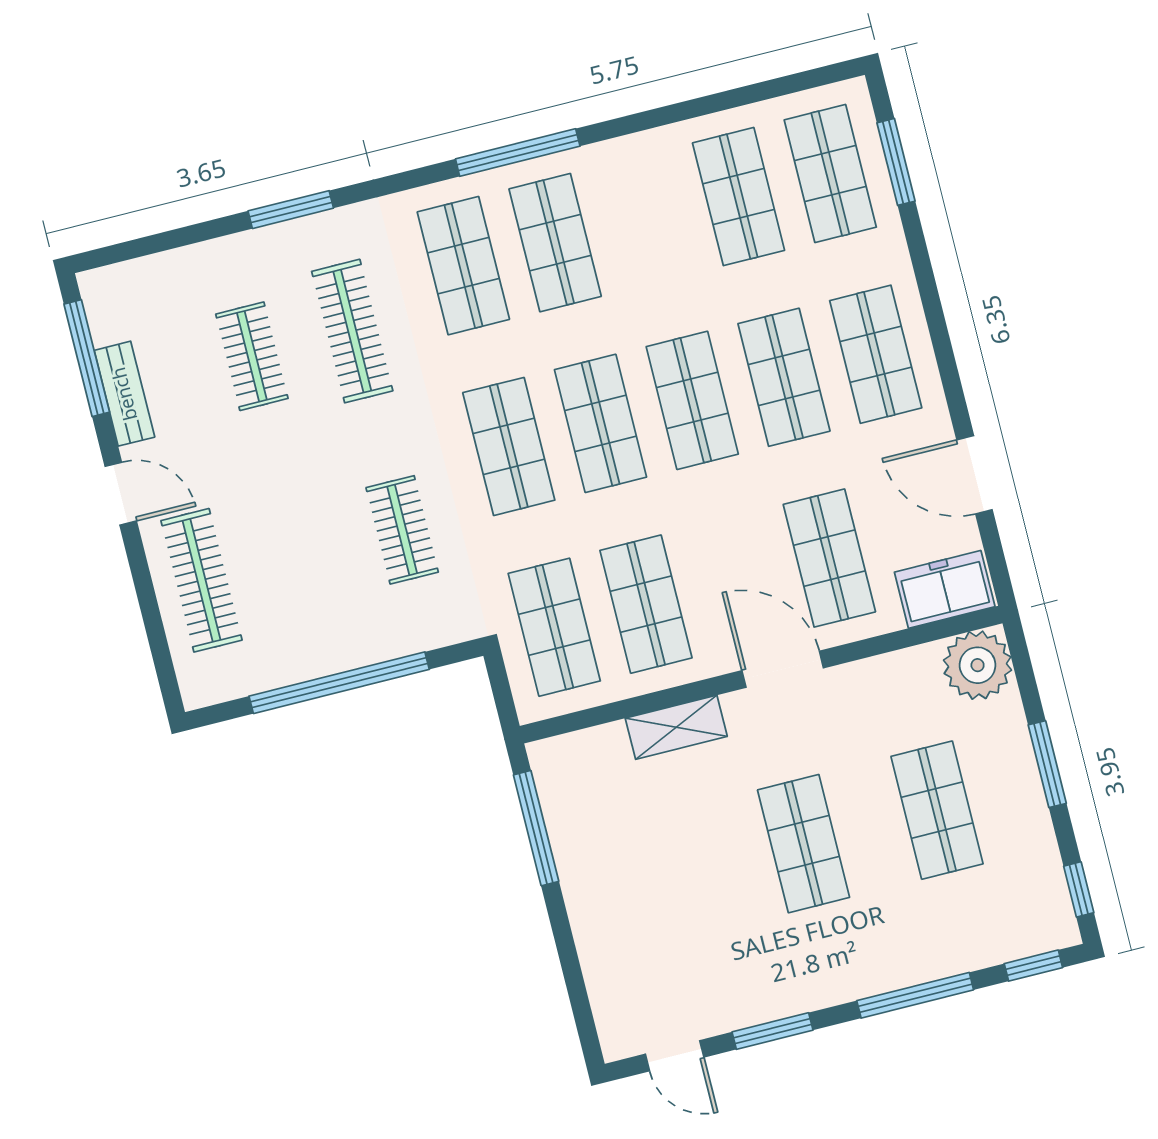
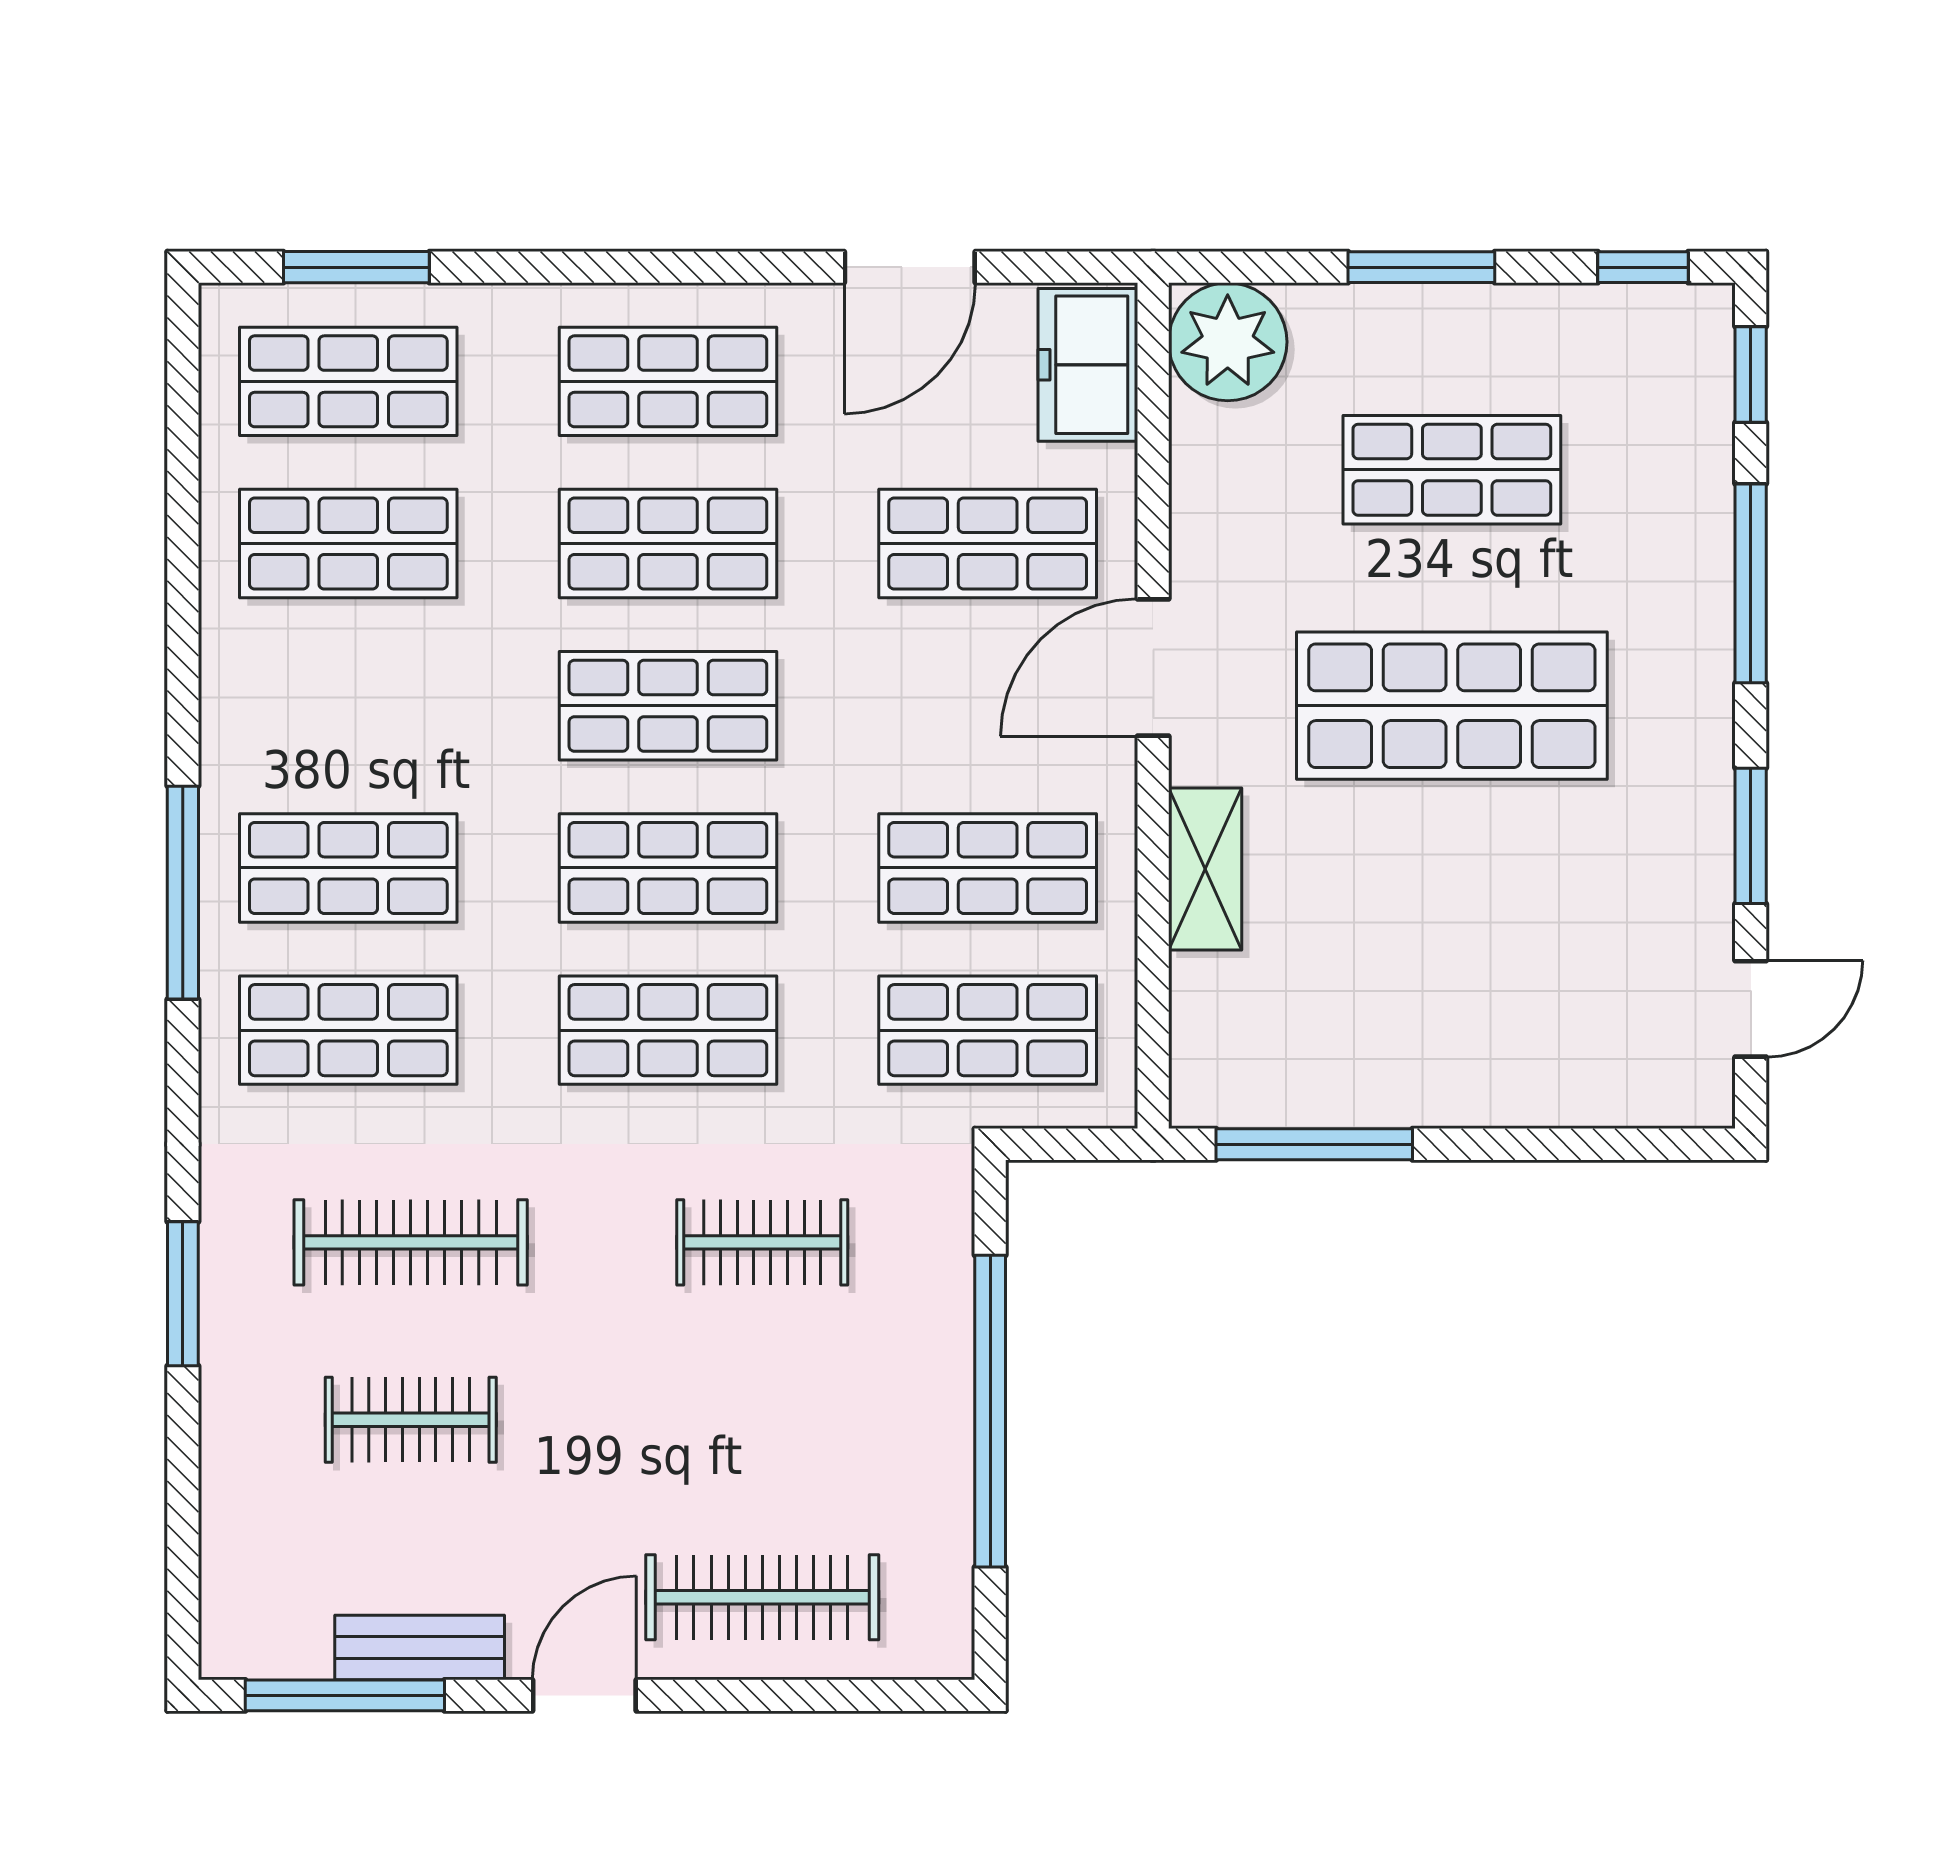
shop shelf: (804, 844) -> (1452, 706), width x1.43, depth x1.36

